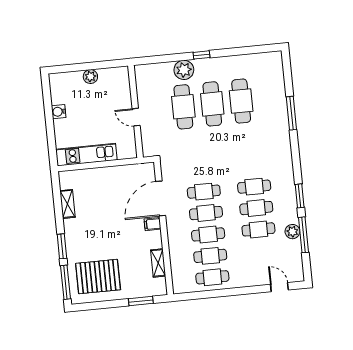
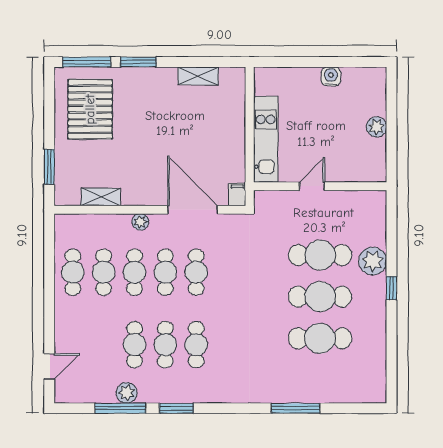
kitchen unit: (86, 155) -> (266, 139), moved
filing cabinet: (153, 224) -> (237, 194), moved
plant: (173, 234) -> (140, 222), added

